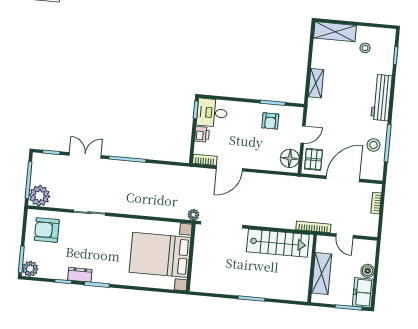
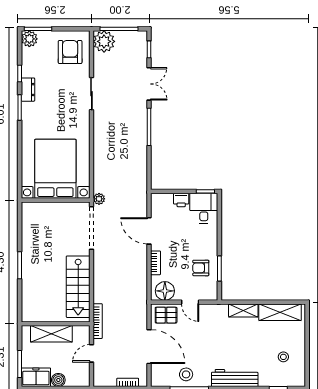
shelving: (335, 32) -> (280, 312), moved, turned 90
bookcase: (205, 160) -> (156, 263), moved

